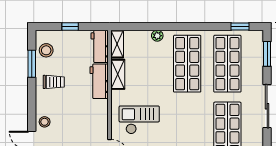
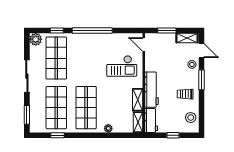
window: (240, 27) -> (57, 135), moved
window: (32, 64) -> (201, 80), moved
workbench: (99, 81) -> (152, 90), width x1.38

